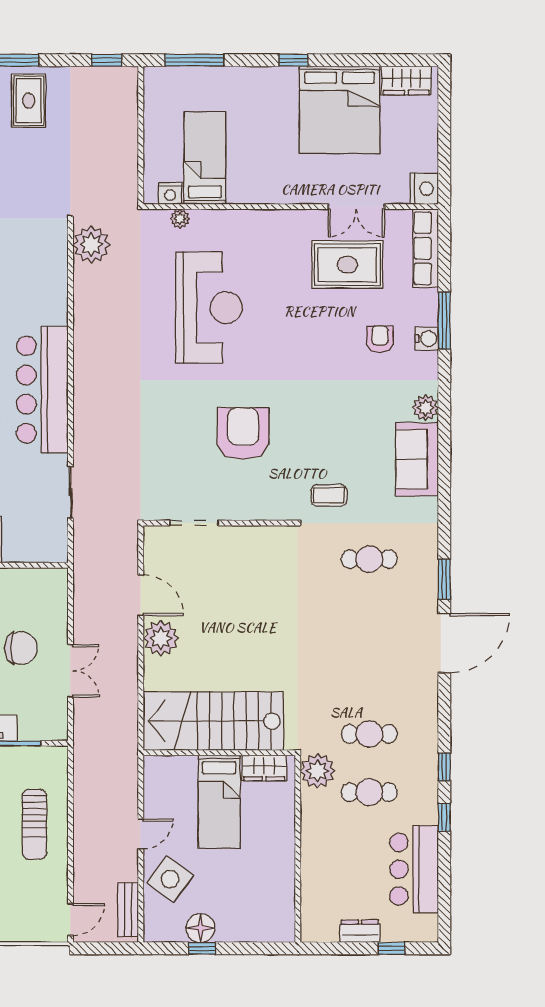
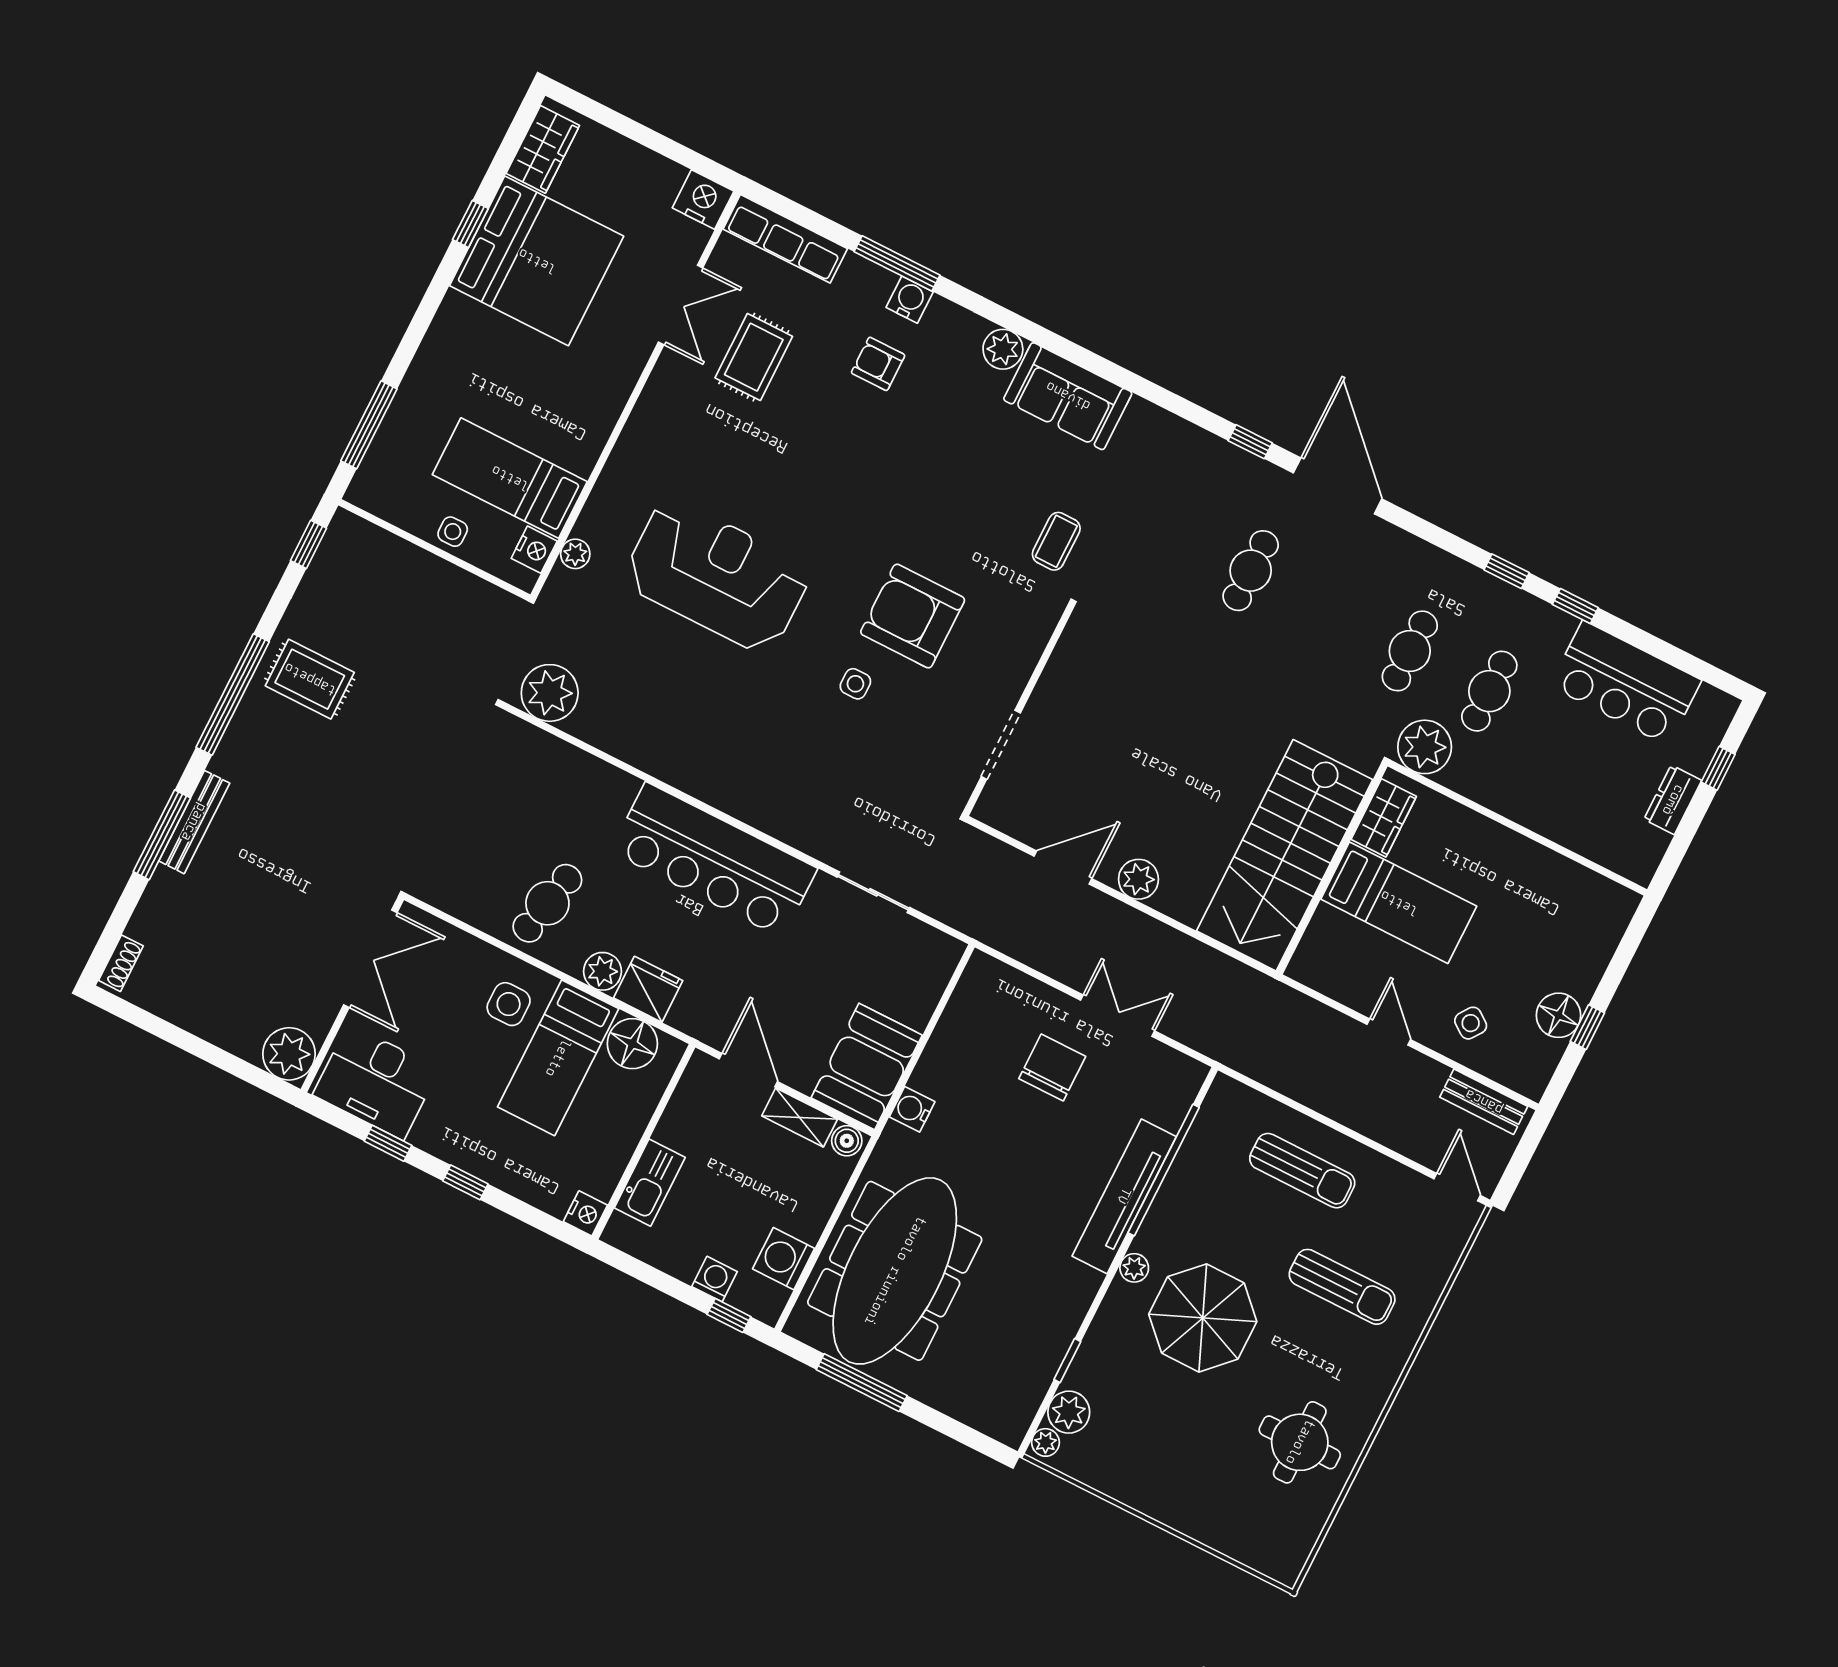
window: (293, 60) -> (470, 224), moved
side table: (157, 140) -> (453, 532), added
rug: (347, 265) -> (754, 357), width x0.73, depth x0.70
side table: (187, 420) -> (855, 684), added
cafe table: (369, 559) -> (1251, 571), moved
window: (444, 579) -> (1250, 442), width x0.67
plant: (161, 638) -> (1138, 879), width x0.73, depth x0.73
side table: (170, 879) -> (1471, 1023), width x0.54, depth x0.54

